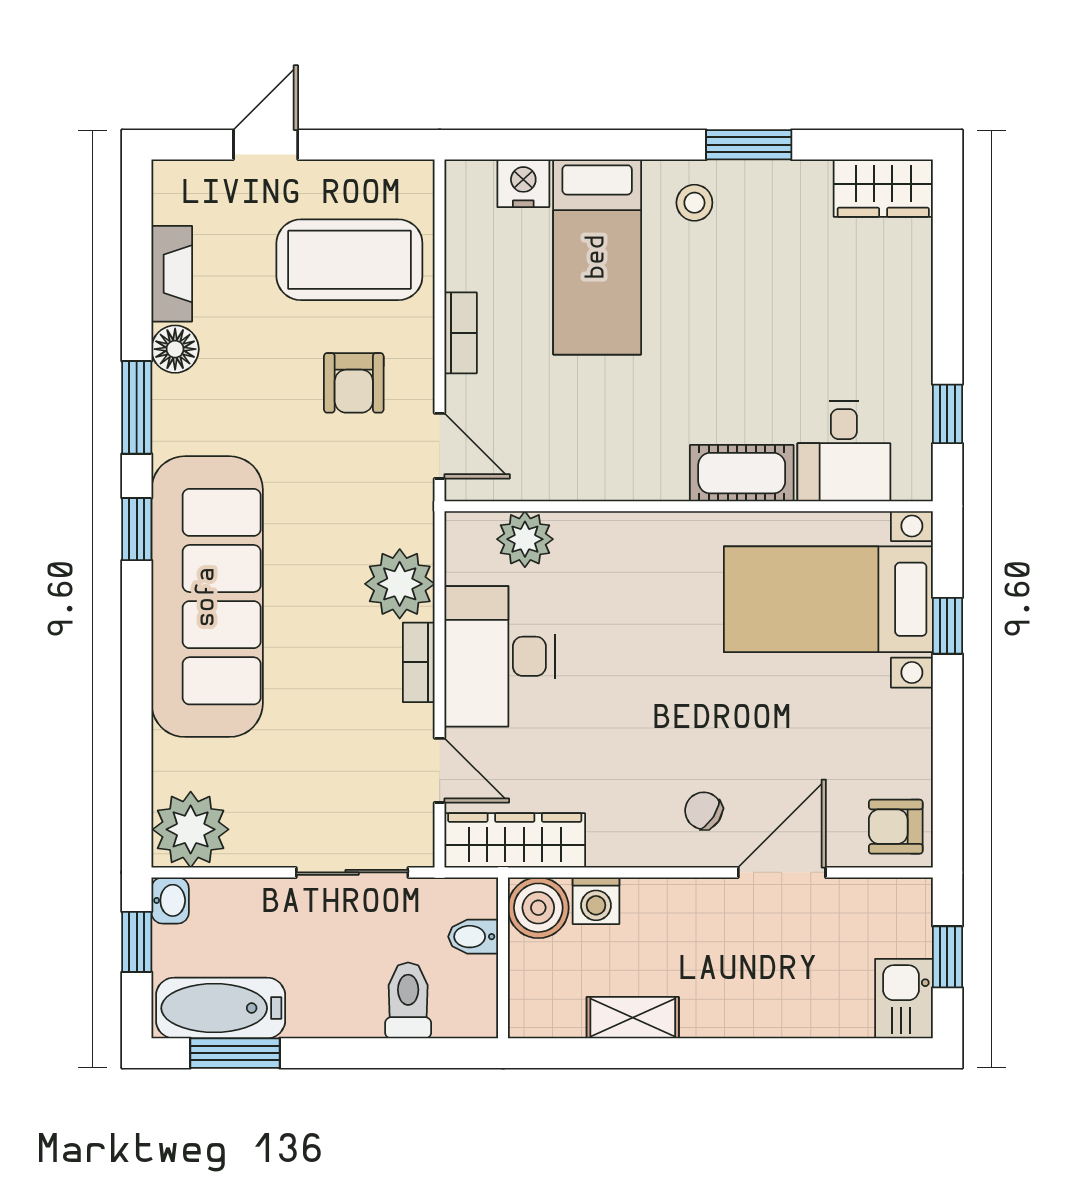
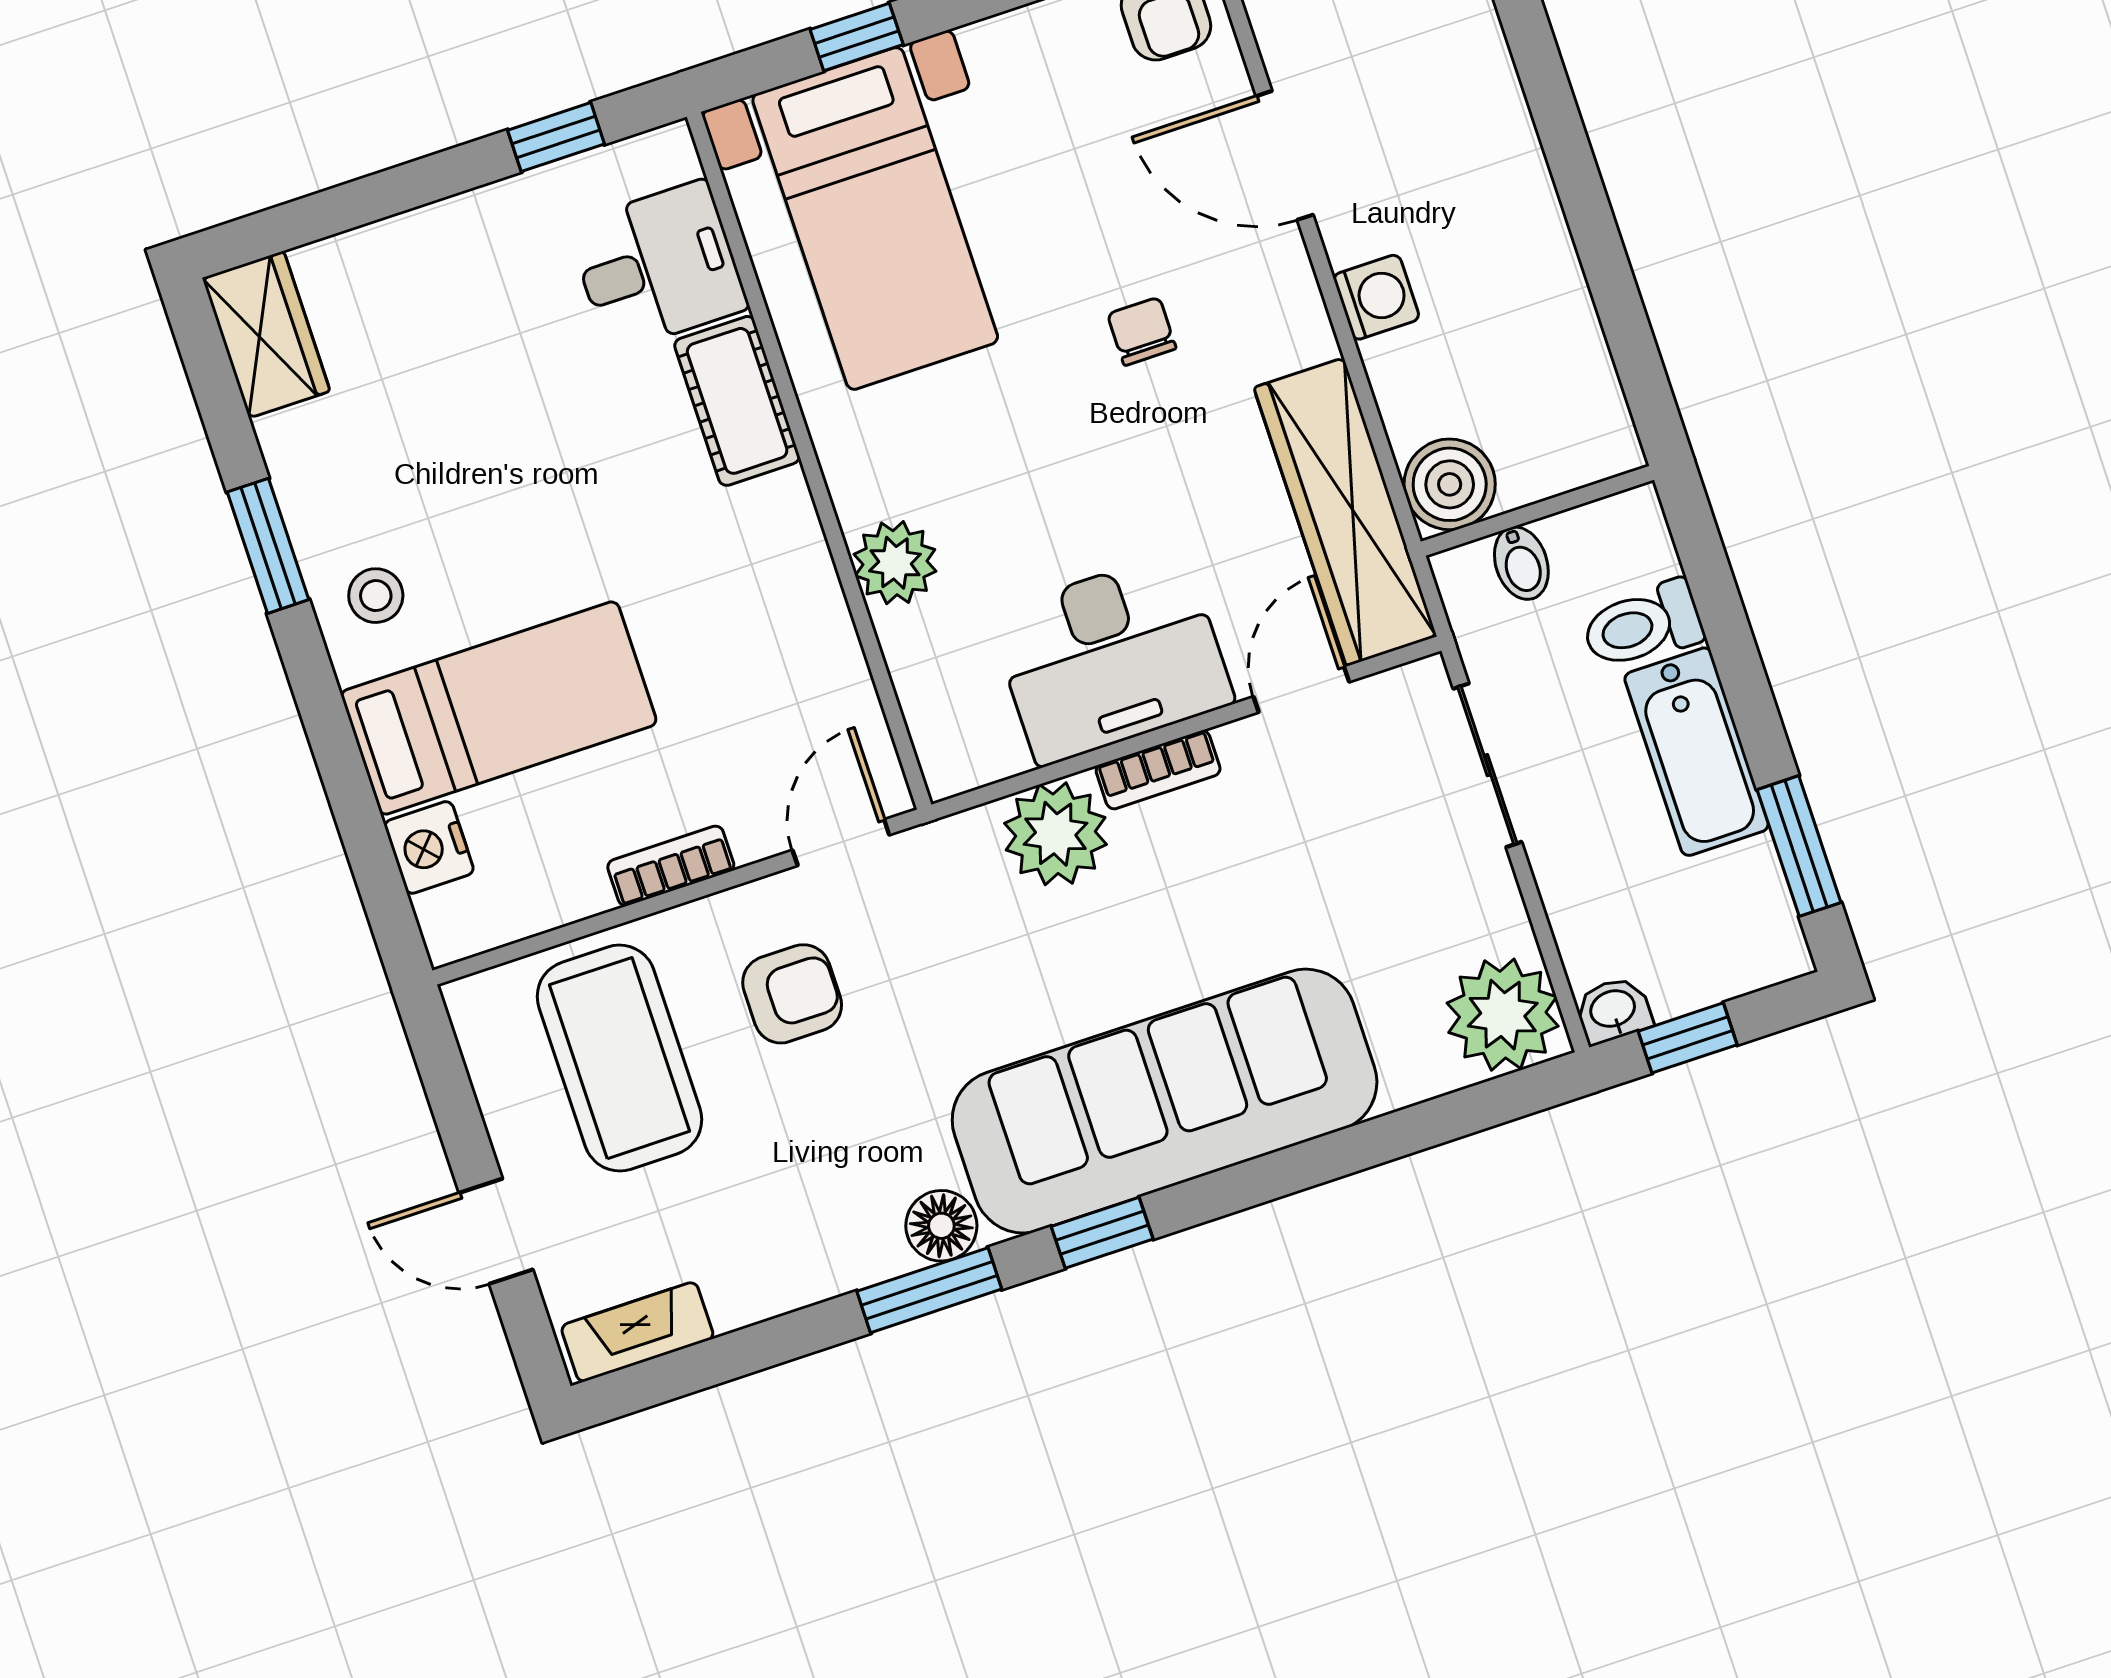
fireplace: (172, 274) -> (637, 1332), moved
floor lamp: (175, 349) -> (941, 1226), moved
plant: (525, 539) -> (895, 563), moved
chair: (704, 811) -> (1142, 331), moved, turned 147
wardrobe: (515, 840) -> (1345, 512), width x1.40, depth x1.17
washing machine: (596, 901) -> (1376, 297), moved
bathtub: (221, 1008) -> (1697, 752), moved
shelving: (633, 1018) -> (1561, 299), removed

